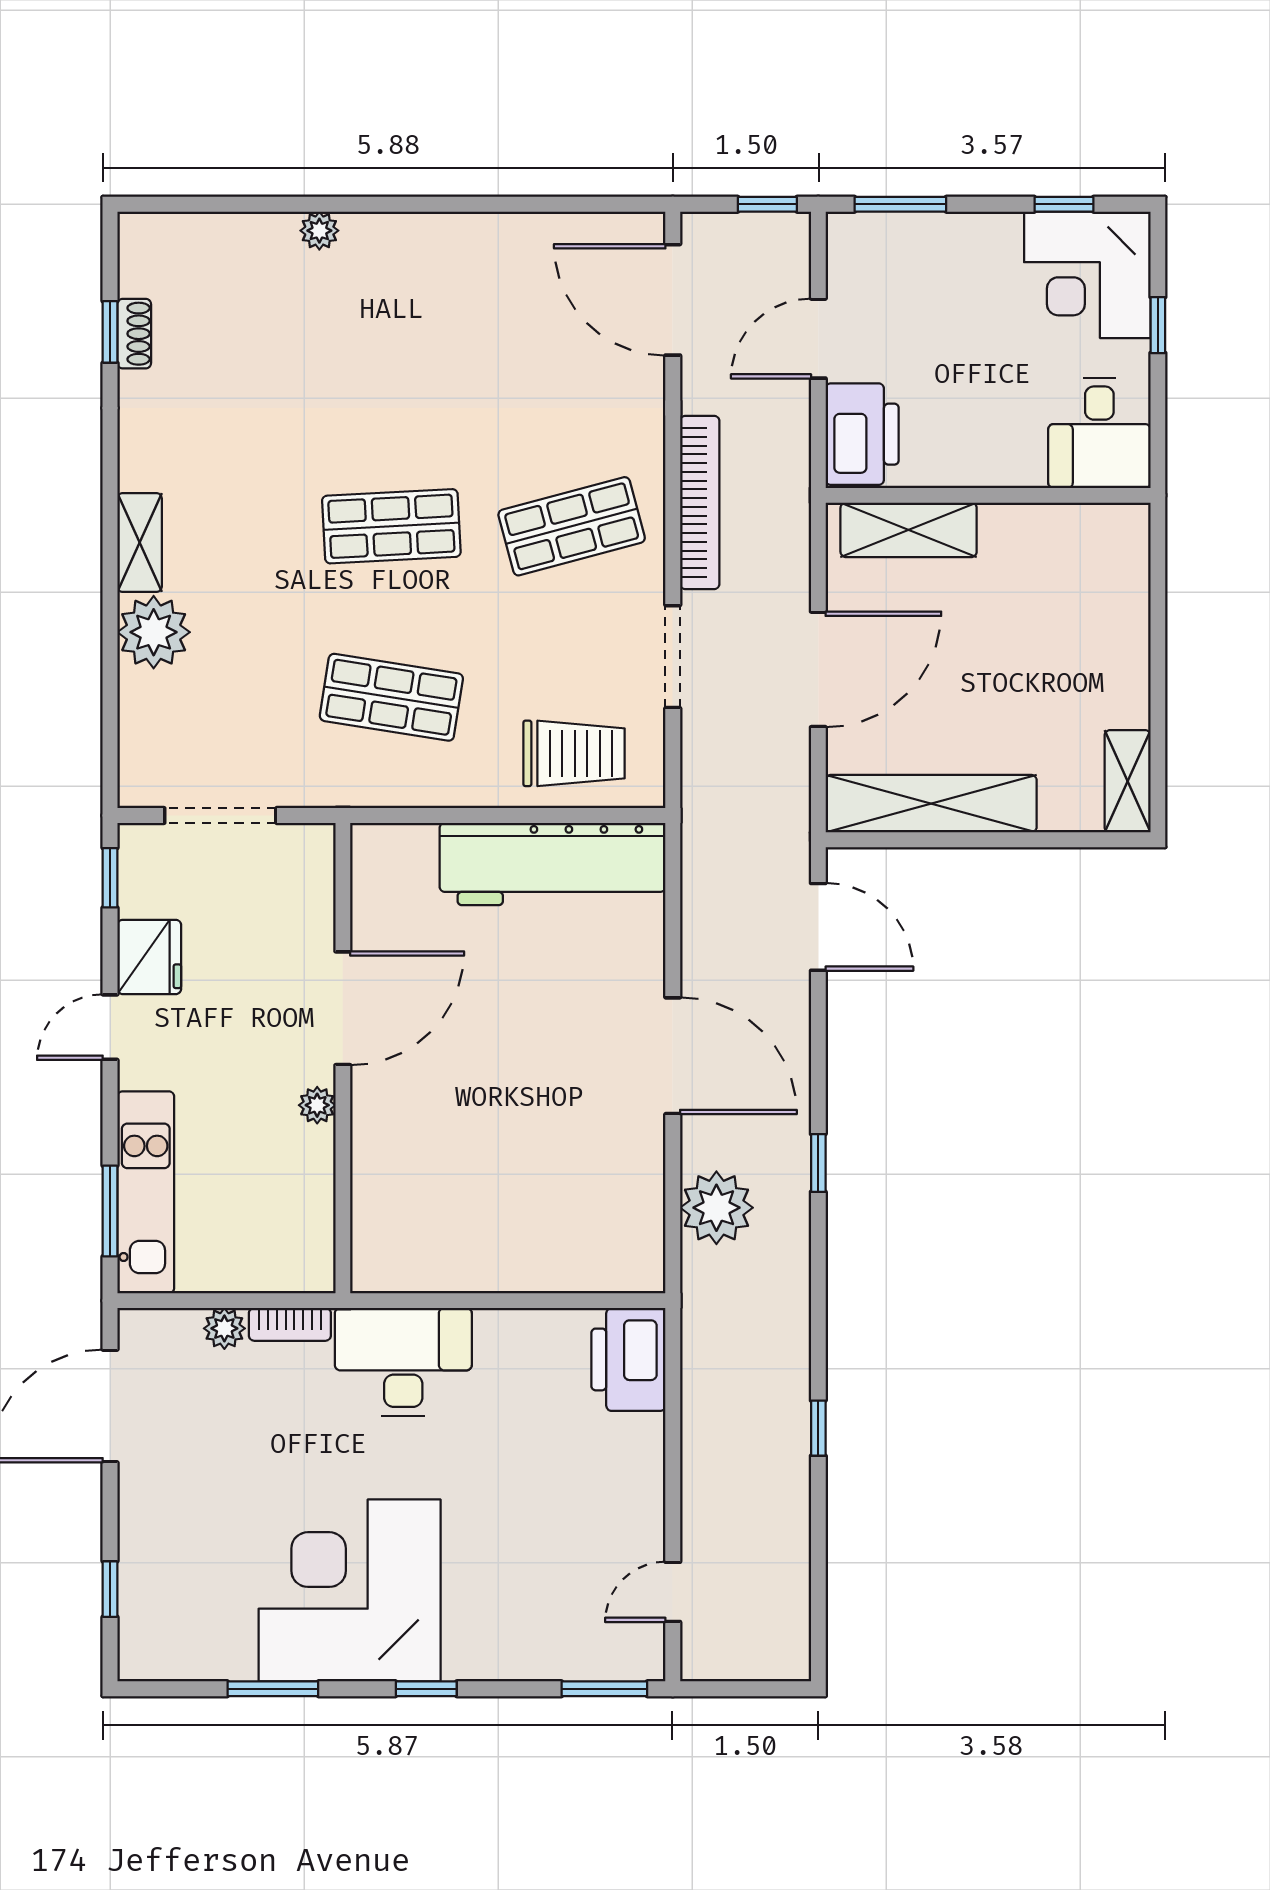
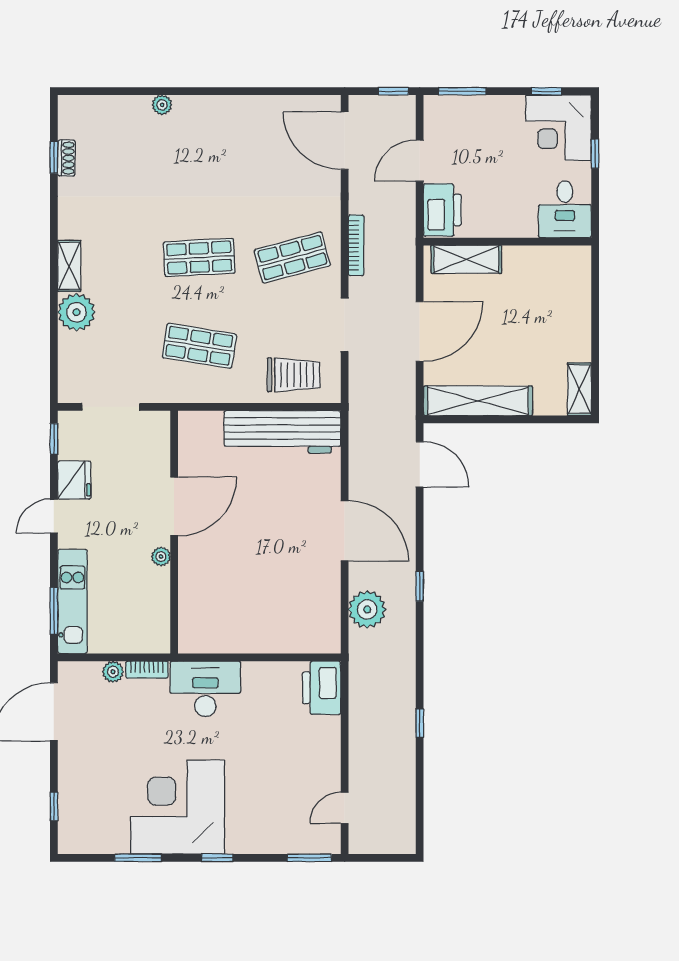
bookcase: (700, 502) -> (356, 245), width x0.68, depth x0.76

